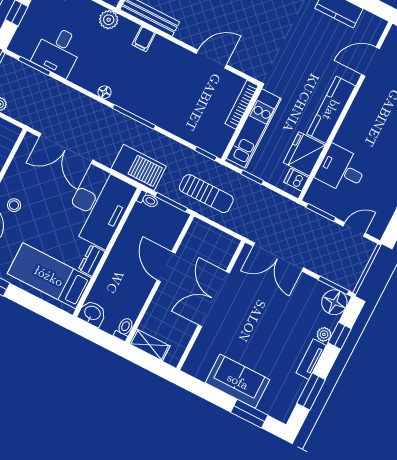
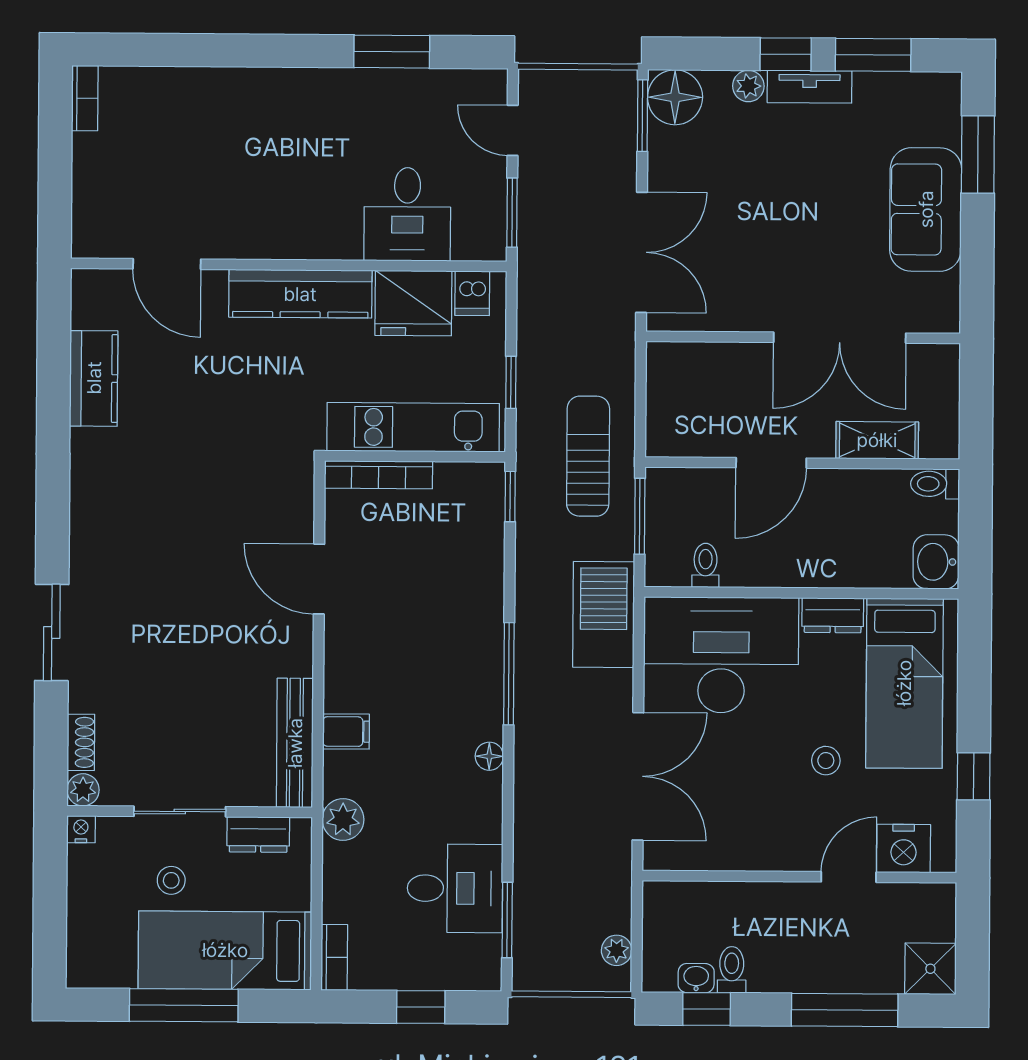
toilet: (148, 200) -> (706, 565), moved
stool: (14, 205) -> (826, 761), moved
double door: (214, 299) -> (840, 338), moved
window: (340, 336) -> (786, 54), moved
shelving: (150, 345) -> (877, 440), moved, turned 90

